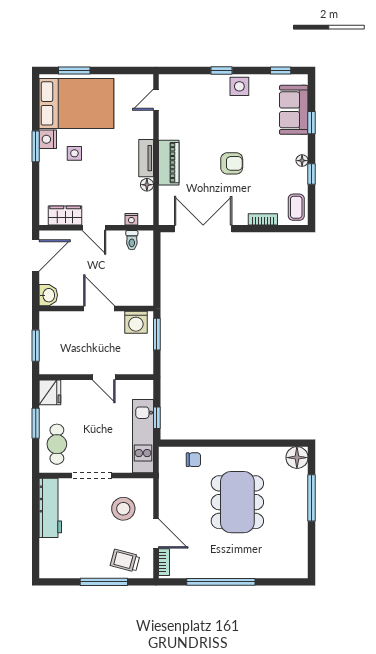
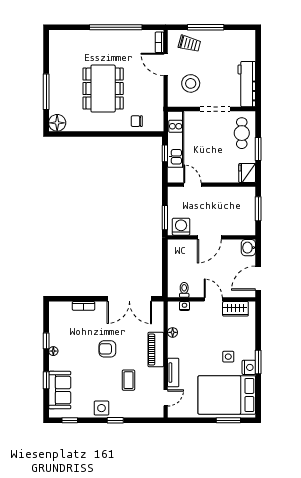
tv unit: (146, 158) -> (173, 373), moved
coffee table: (296, 207) -> (128, 380), moved
door: (99, 309) -> (209, 237), hinge flipped
door: (104, 377) -> (192, 185), moved

